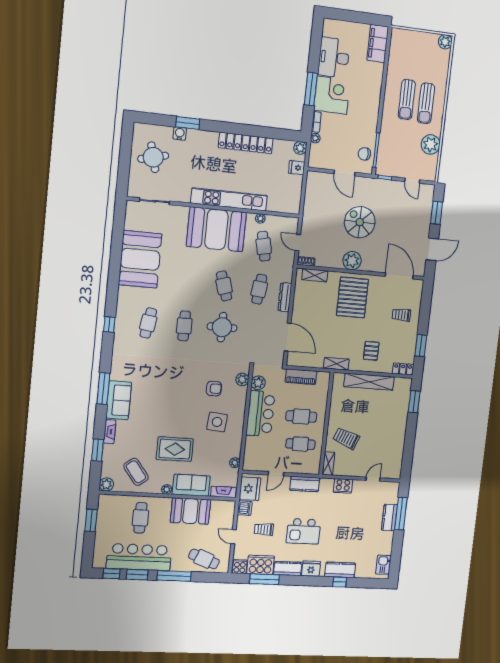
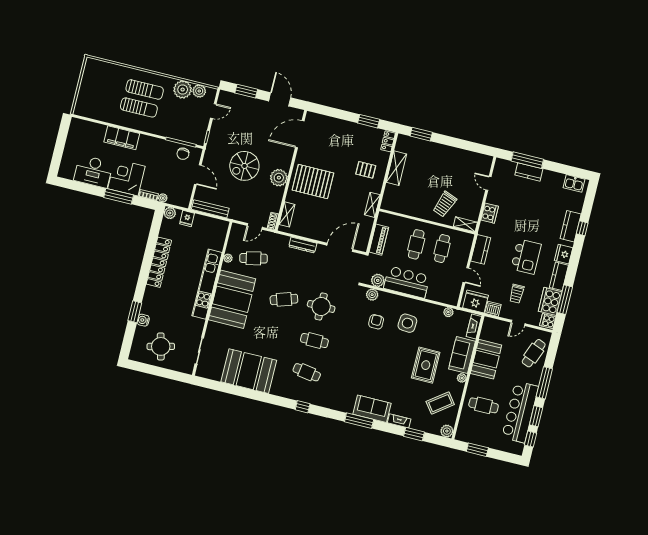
plant: (445, 42) -> (199, 91), moved
filing cabinet: (378, 44) -> (122, 138), moved
door: (344, 173) -> (198, 175), hinge flipped
bench: (310, 192) -> (210, 209), added
cafe table: (259, 289) -> (292, 268), removed
trolley: (401, 315) -> (337, 137), removed
shelving: (369, 382) -> (396, 168), width x0.68

